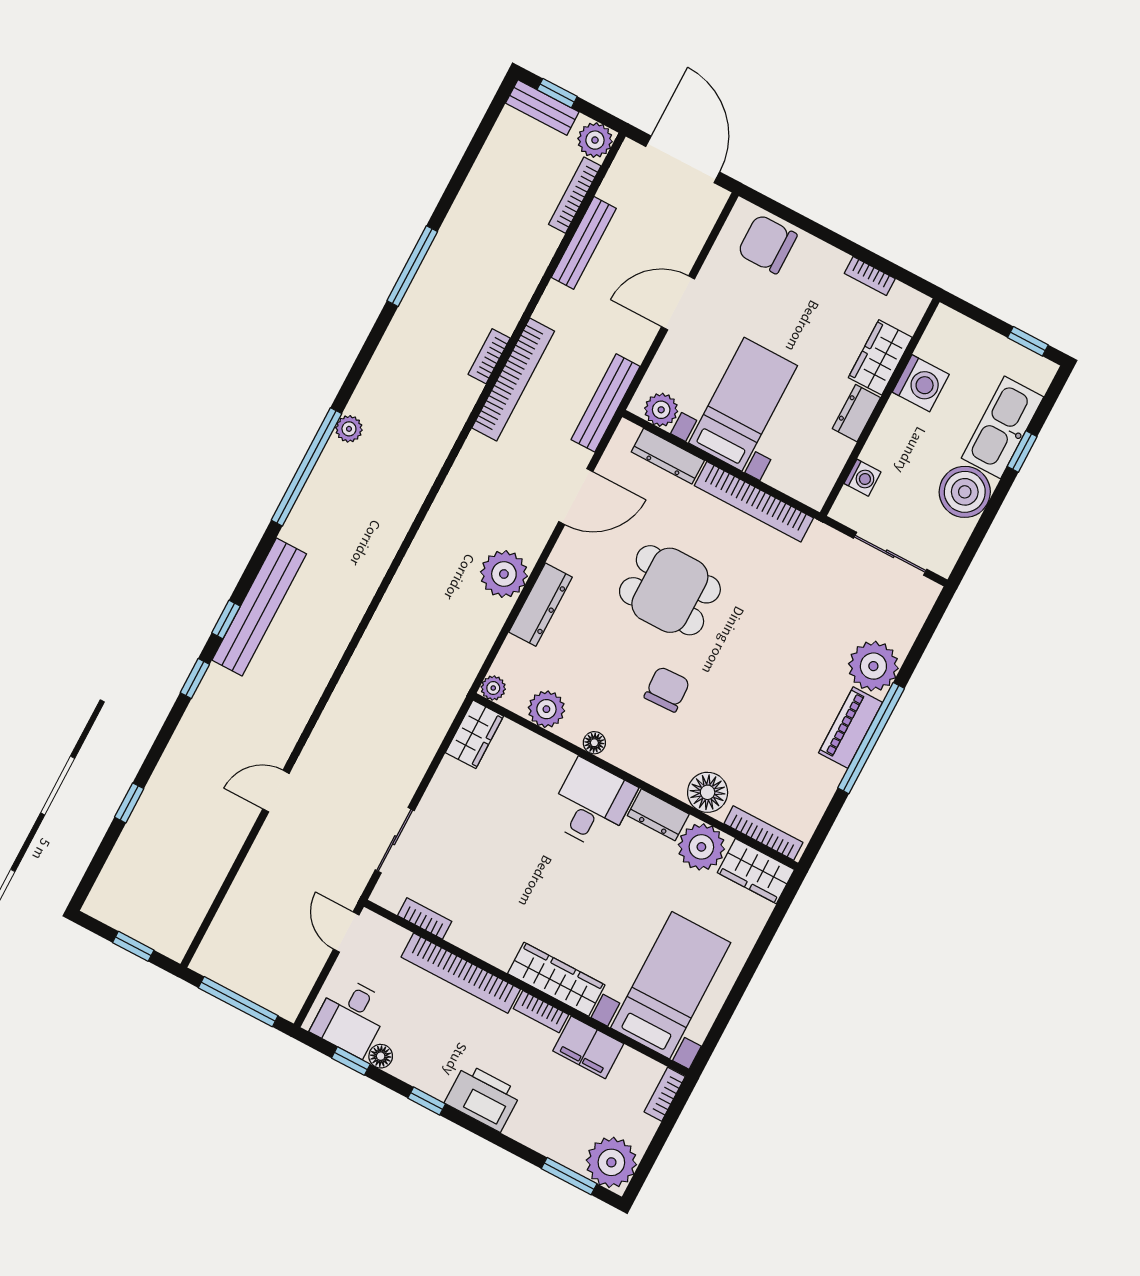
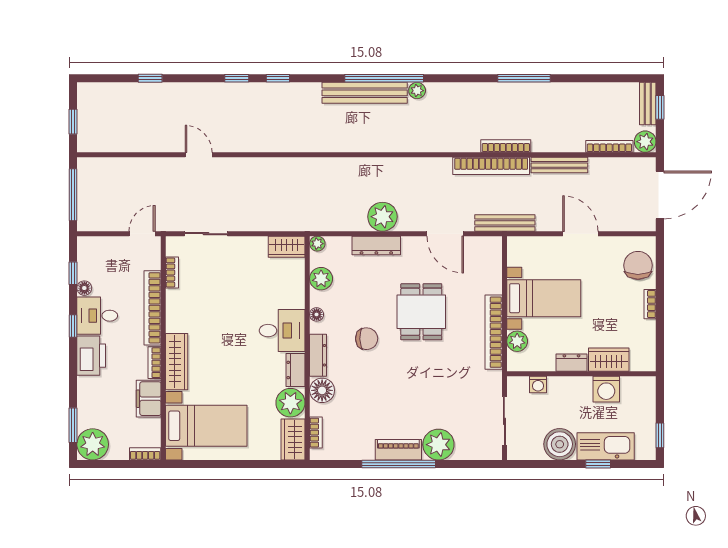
bench: (584, 243) -> (559, 165), moved
bookcase: (870, 276) -> (650, 304), moved
bookcase: (489, 356) -> (506, 146), width x1.56
plant: (661, 410) -> (517, 341), moved
dresser: (668, 456) -> (318, 355), moved, turned 180
bench: (259, 607) -> (365, 93), moved
bookcase: (763, 833) -> (316, 433), width x0.64
desk: (351, 1017) -> (97, 316), moved

